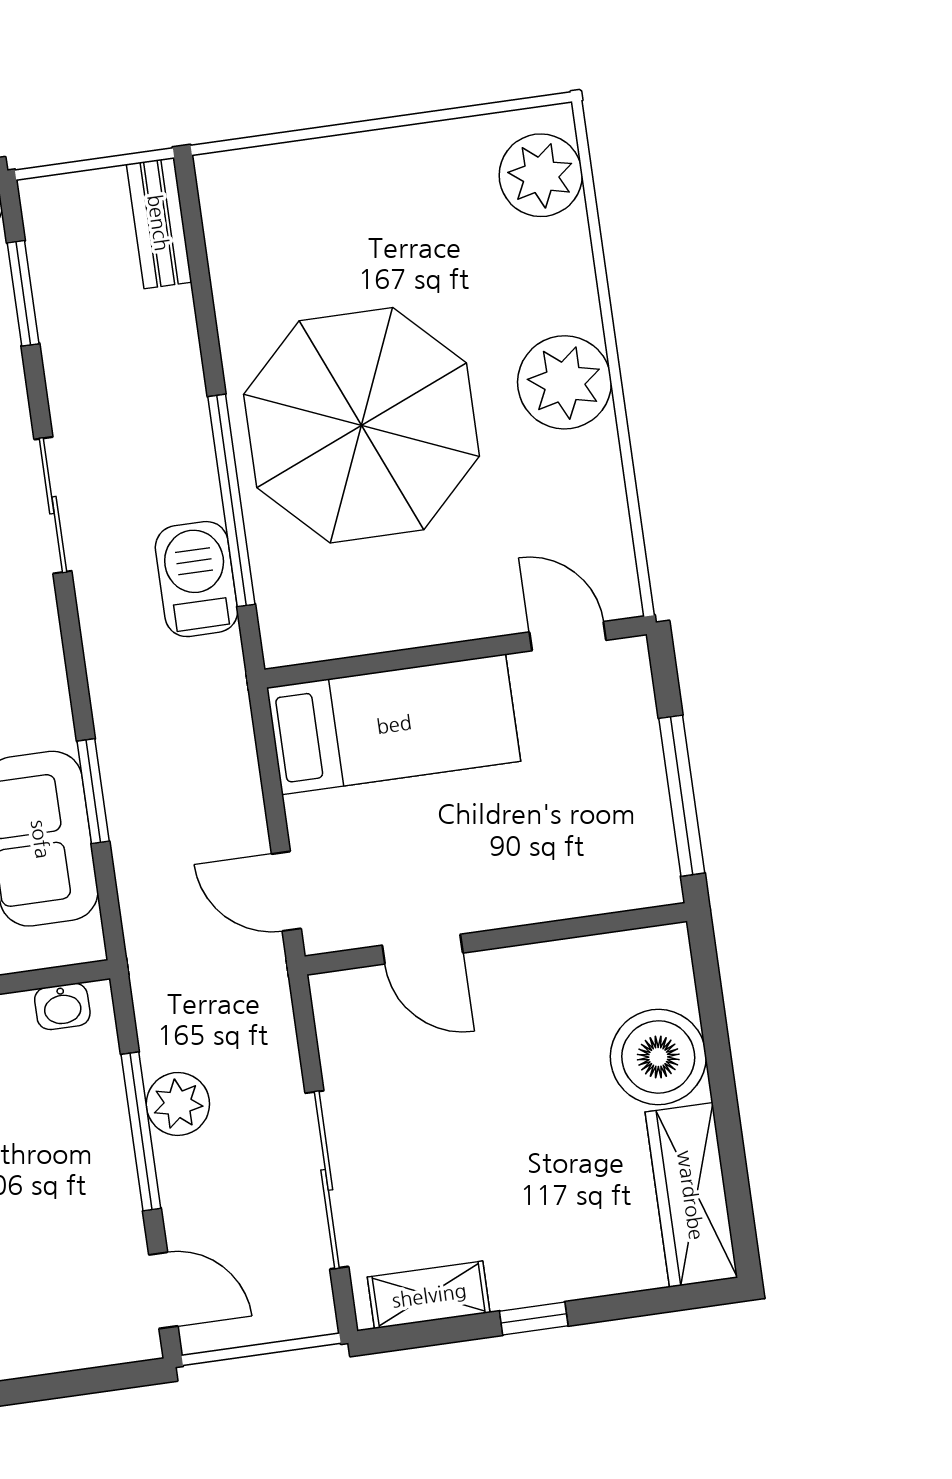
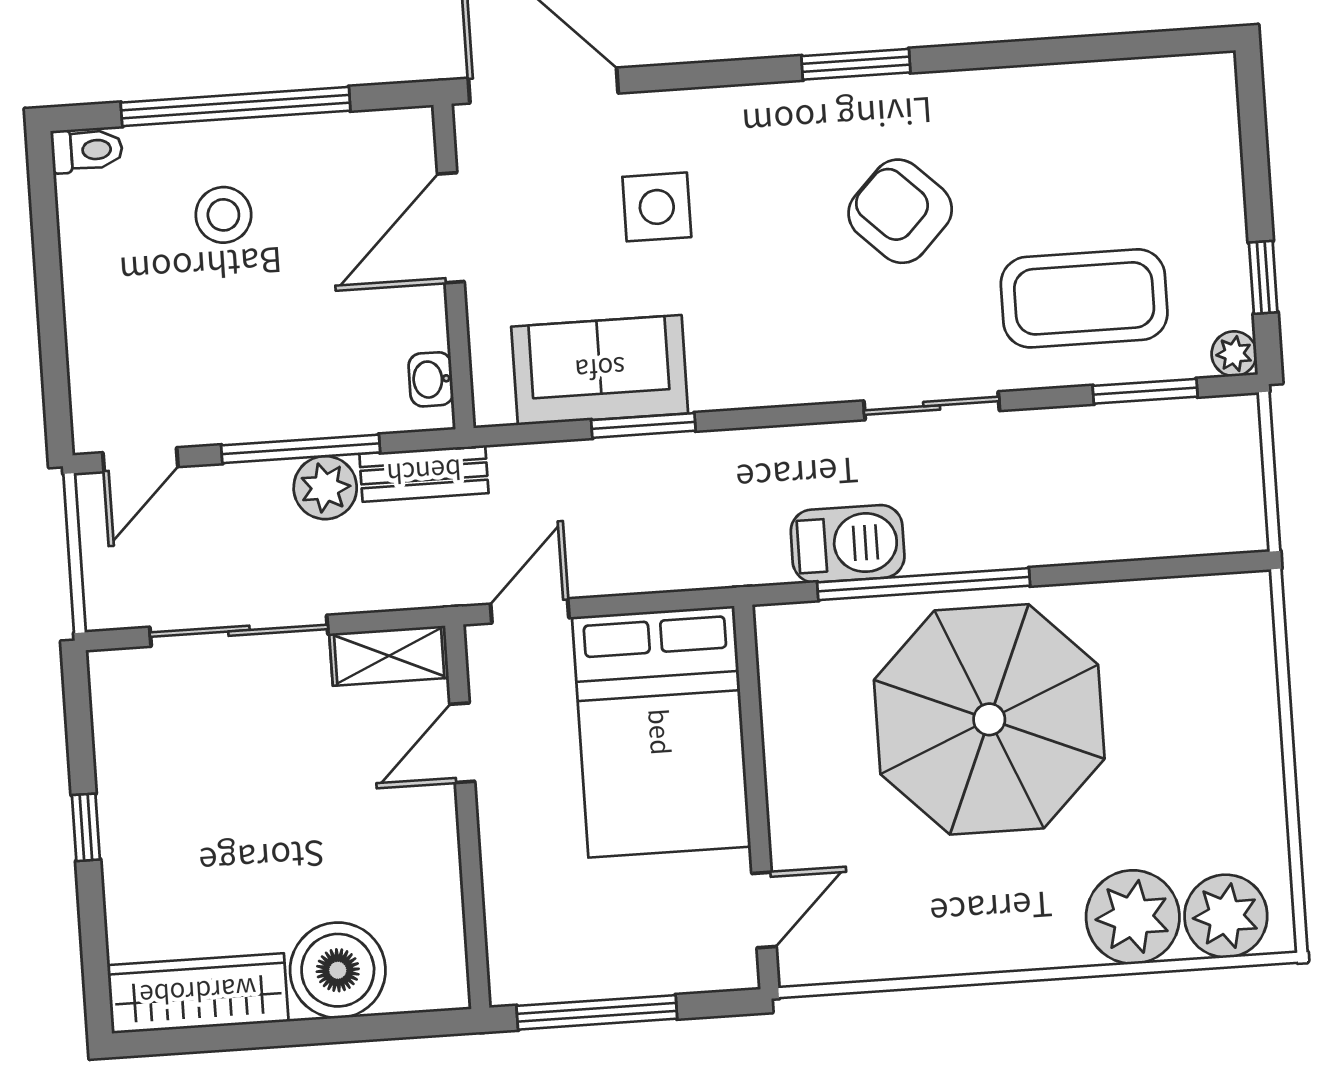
bench: (159, 223) -> (424, 473), moved
plant: (564, 382) -> (1133, 917), moved
bed: (394, 724) -> (661, 732), width x1.50
shelving: (429, 1295) -> (389, 656), moved, turned 90

